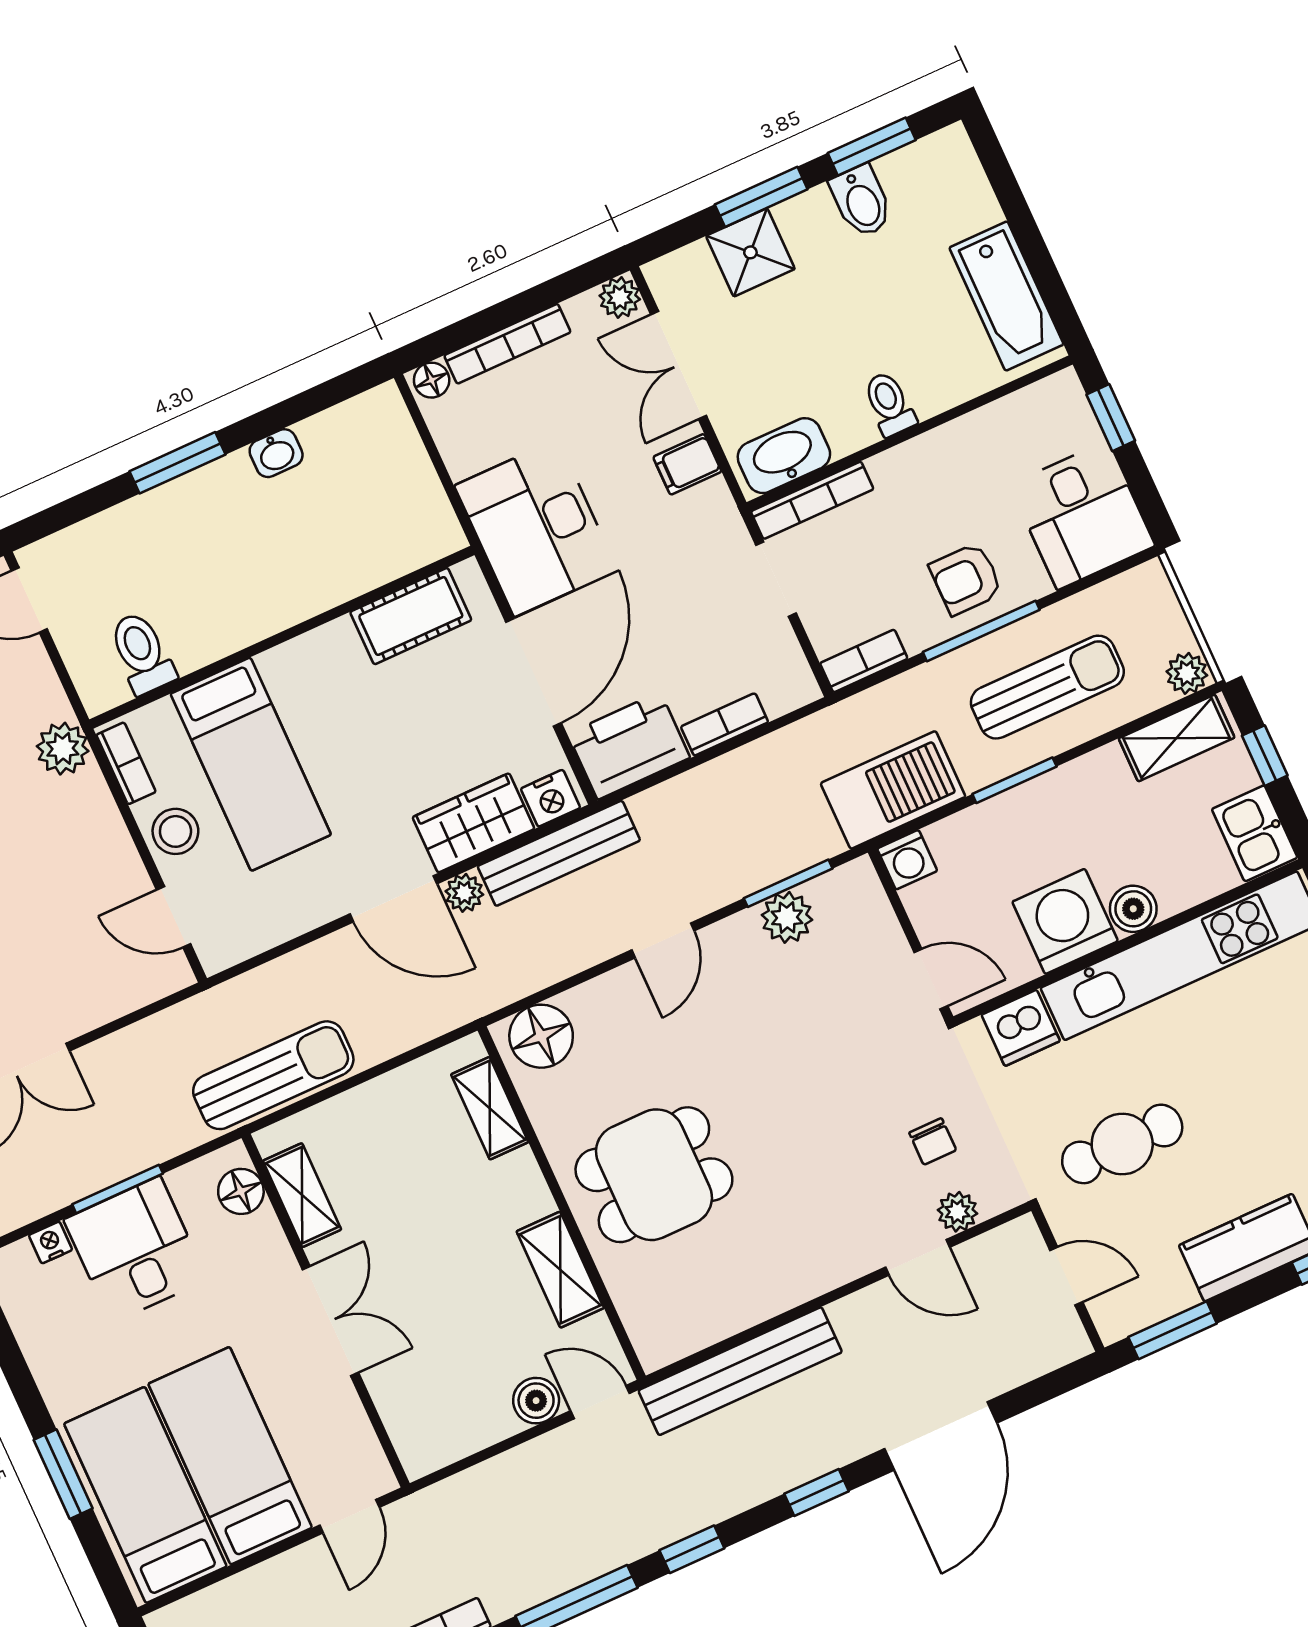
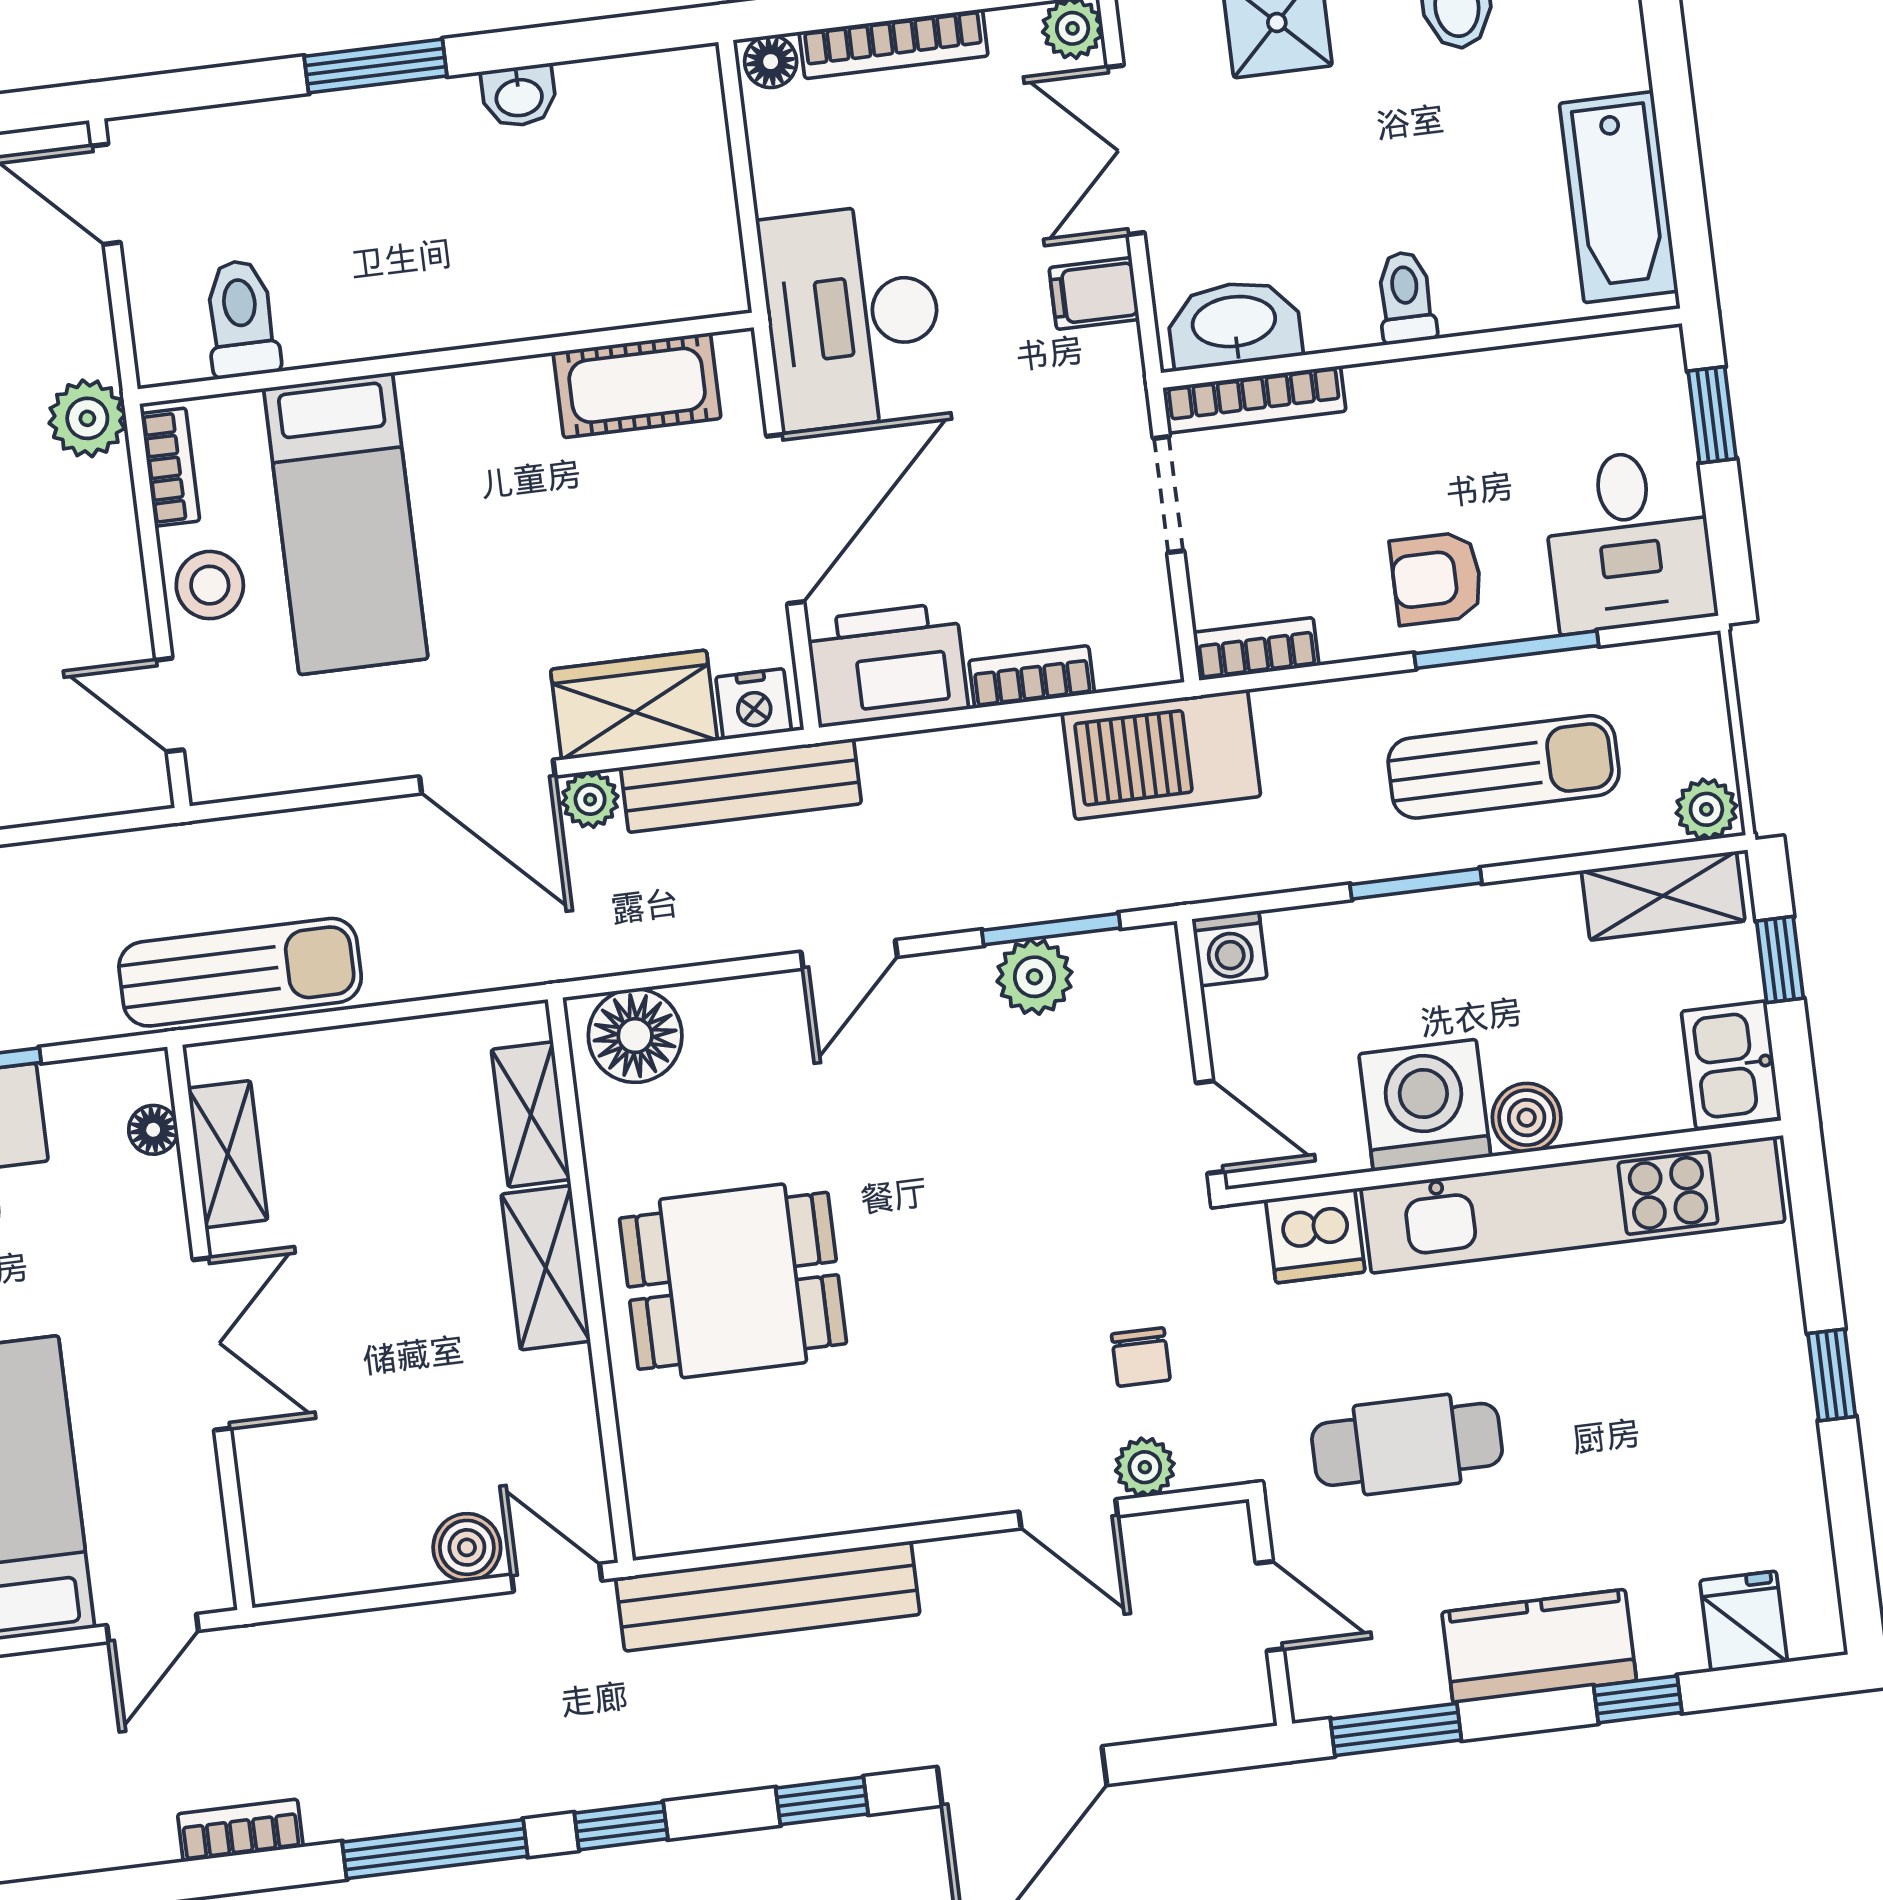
window: (981, 631) -> (1506, 650), moved
barbecue: (893, 790) -> (1161, 754), moved, turned 180
floor lamp: (241, 1191) -> (153, 1130), width x0.73, depth x0.73
shelving: (560, 1270) -> (546, 1268), moved

